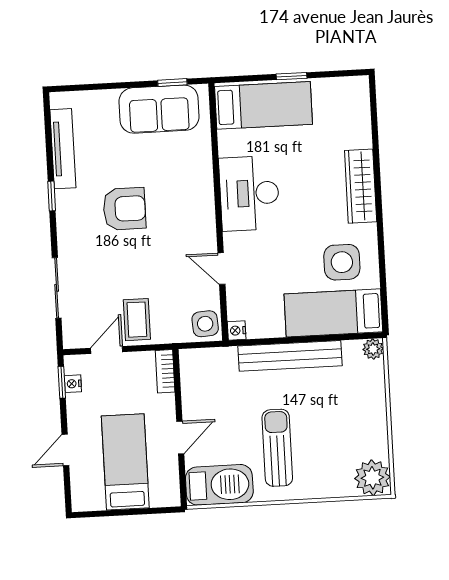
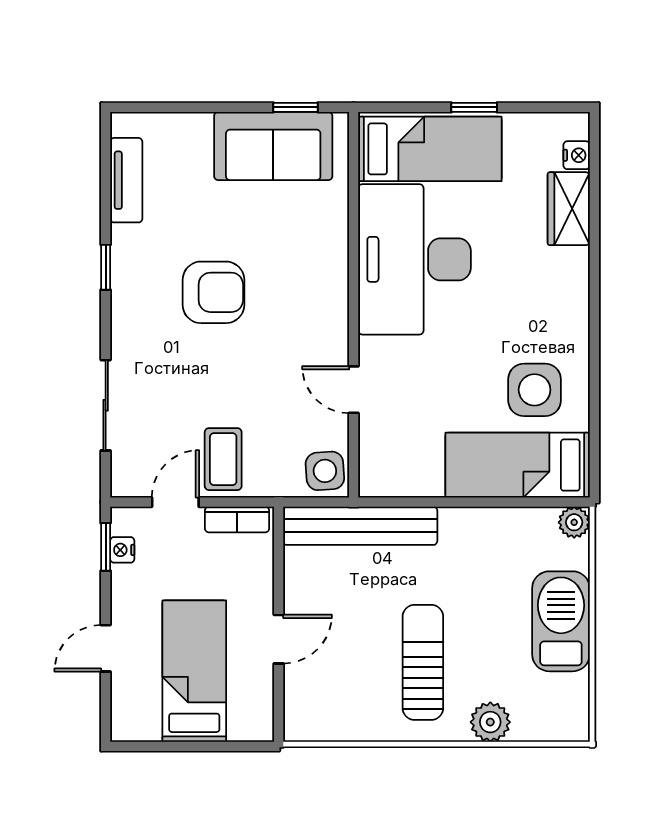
tv unit: (63, 149) -> (126, 180), width x0.71
wardrobe: (361, 186) -> (569, 209), moved, width x0.67
desk: (249, 193) -> (415, 259), width x1.36, depth x1.30
nightstand: (237, 331) -> (577, 155), moved, turned 180
bench: (290, 356) -> (360, 526), moved
bookcase: (165, 371) -> (237, 519), moved, turned -90
plant: (372, 478) -> (490, 722), moved, width x0.73, depth x0.73
barbecue: (219, 485) -> (561, 621), moved, turned -90

